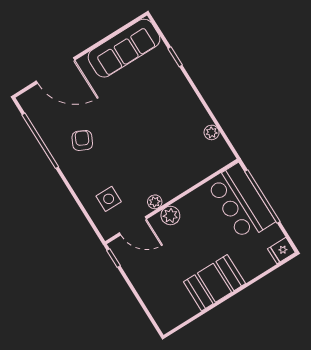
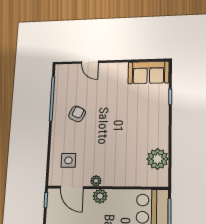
sofa: (124, 48) -> (148, 73), width x0.73
door: (55, 71) -> (90, 62), width x0.53
plant: (212, 132) -> (158, 159), width x1.88, depth x1.88

